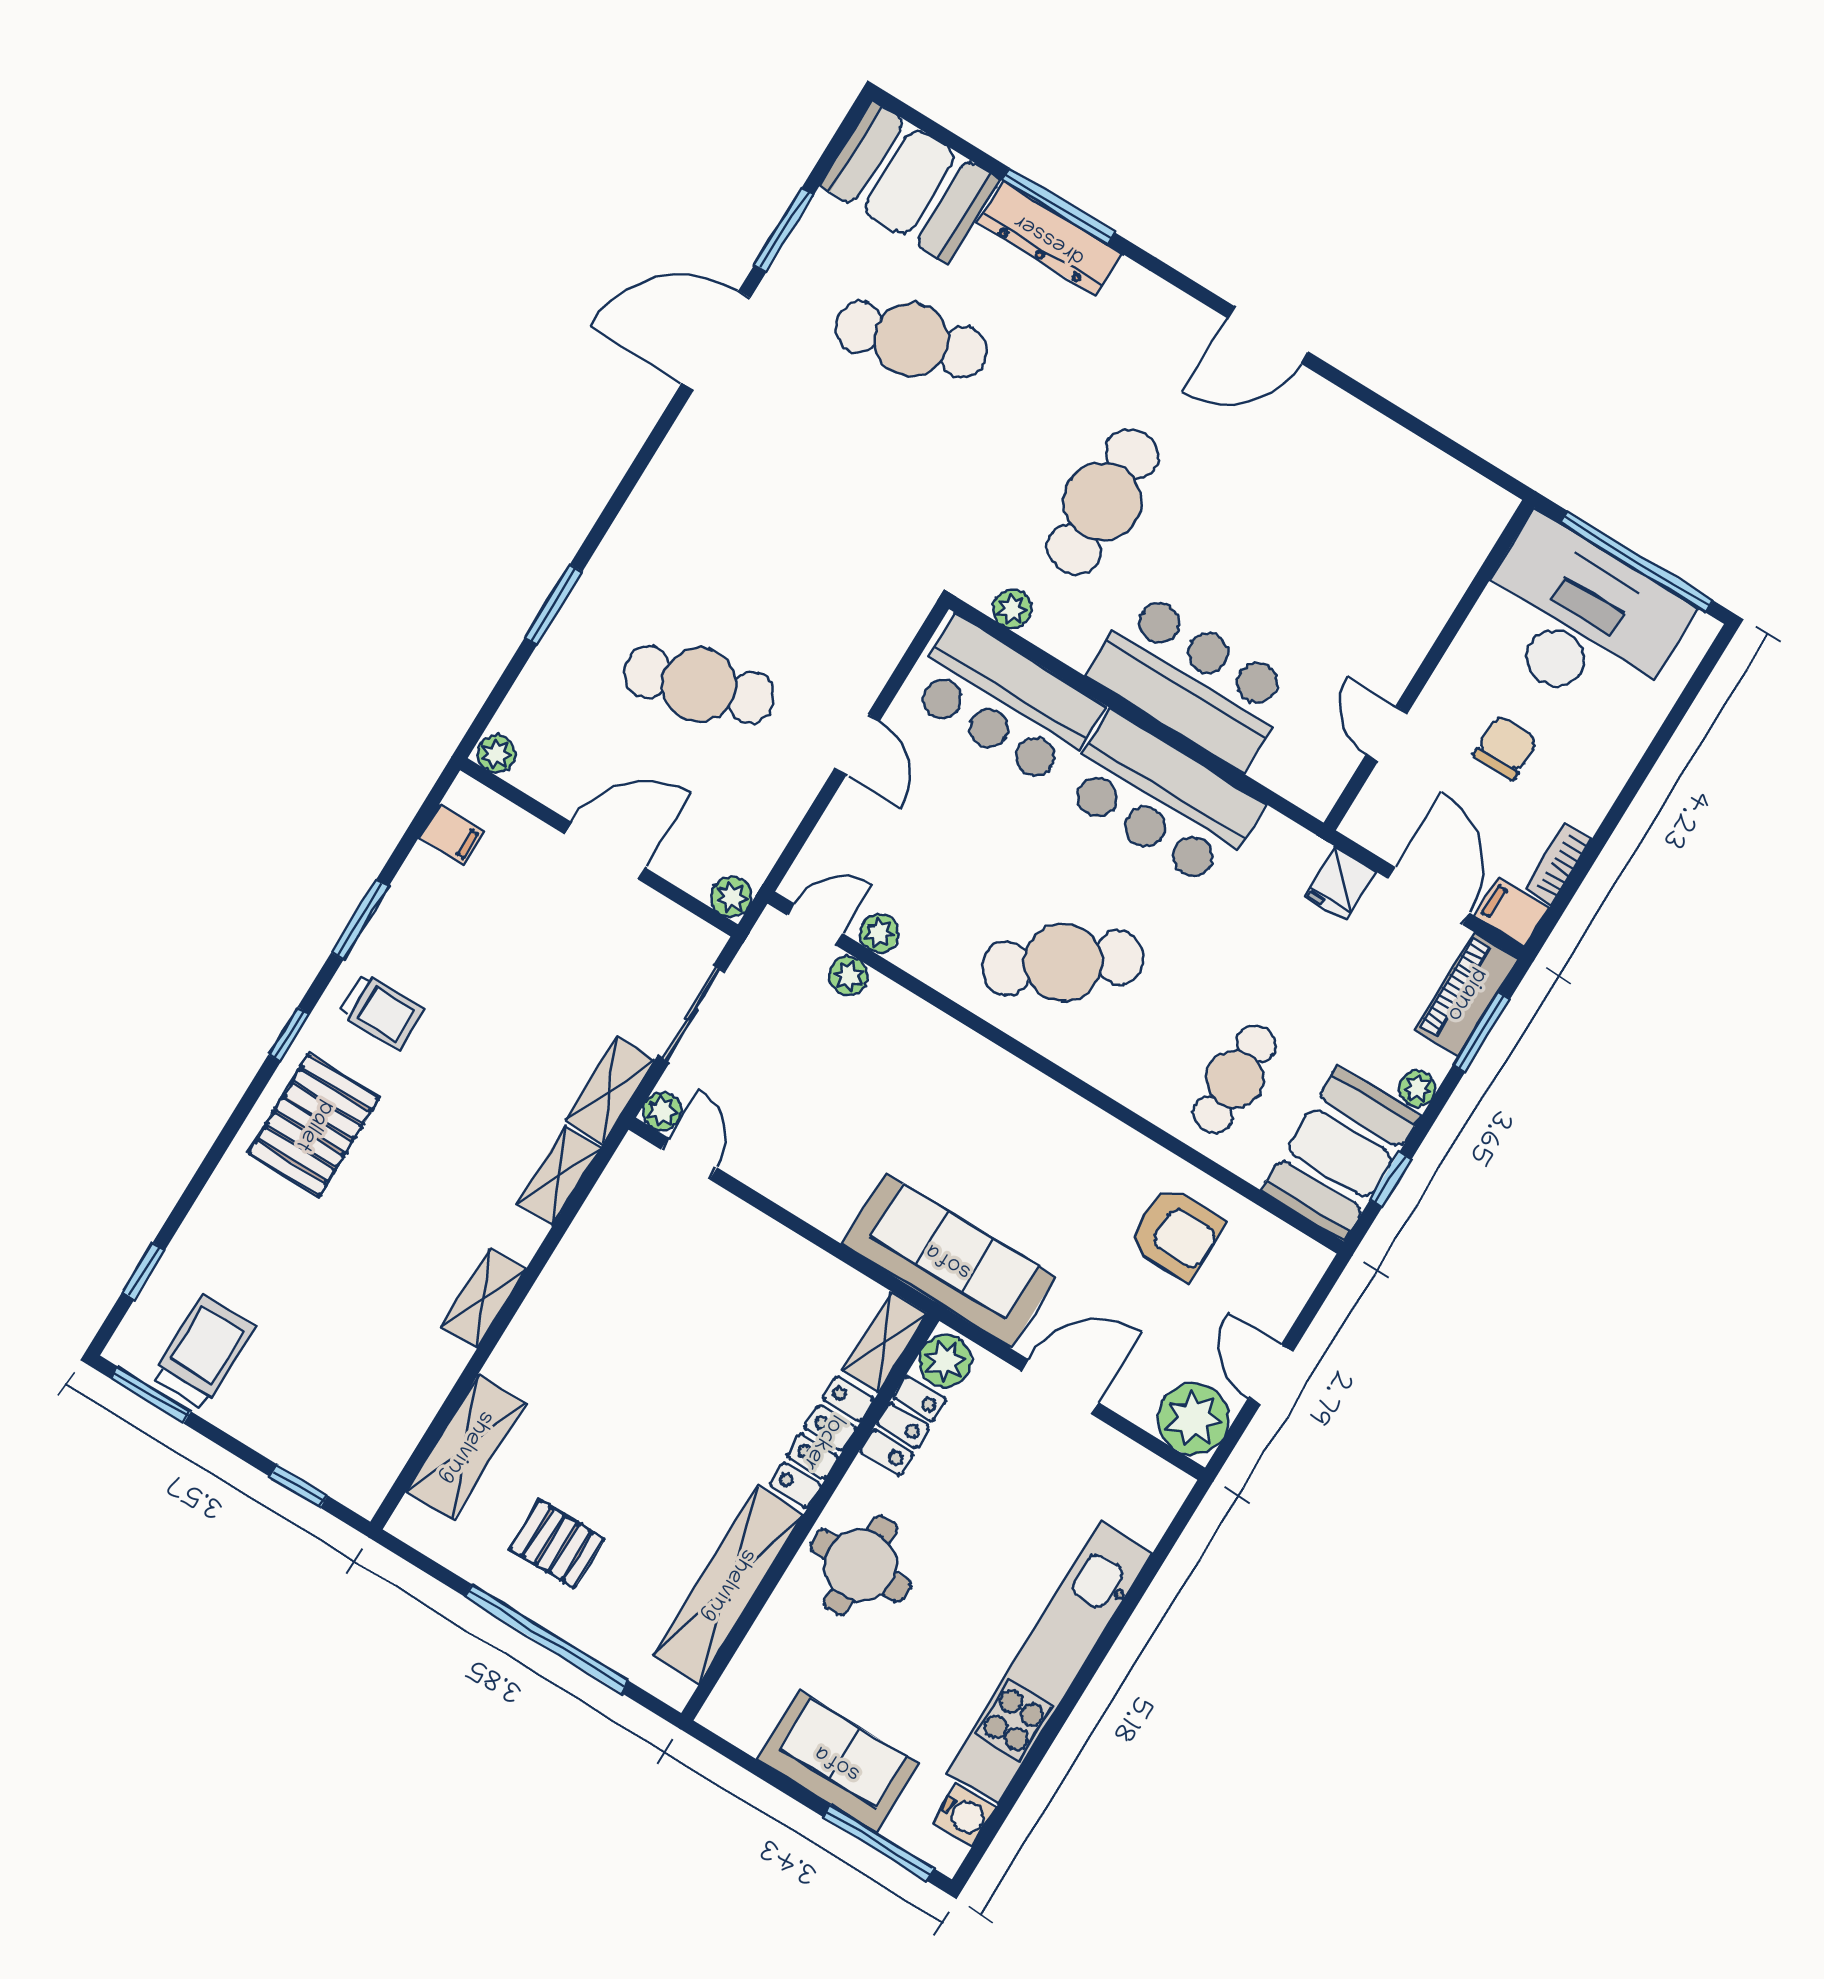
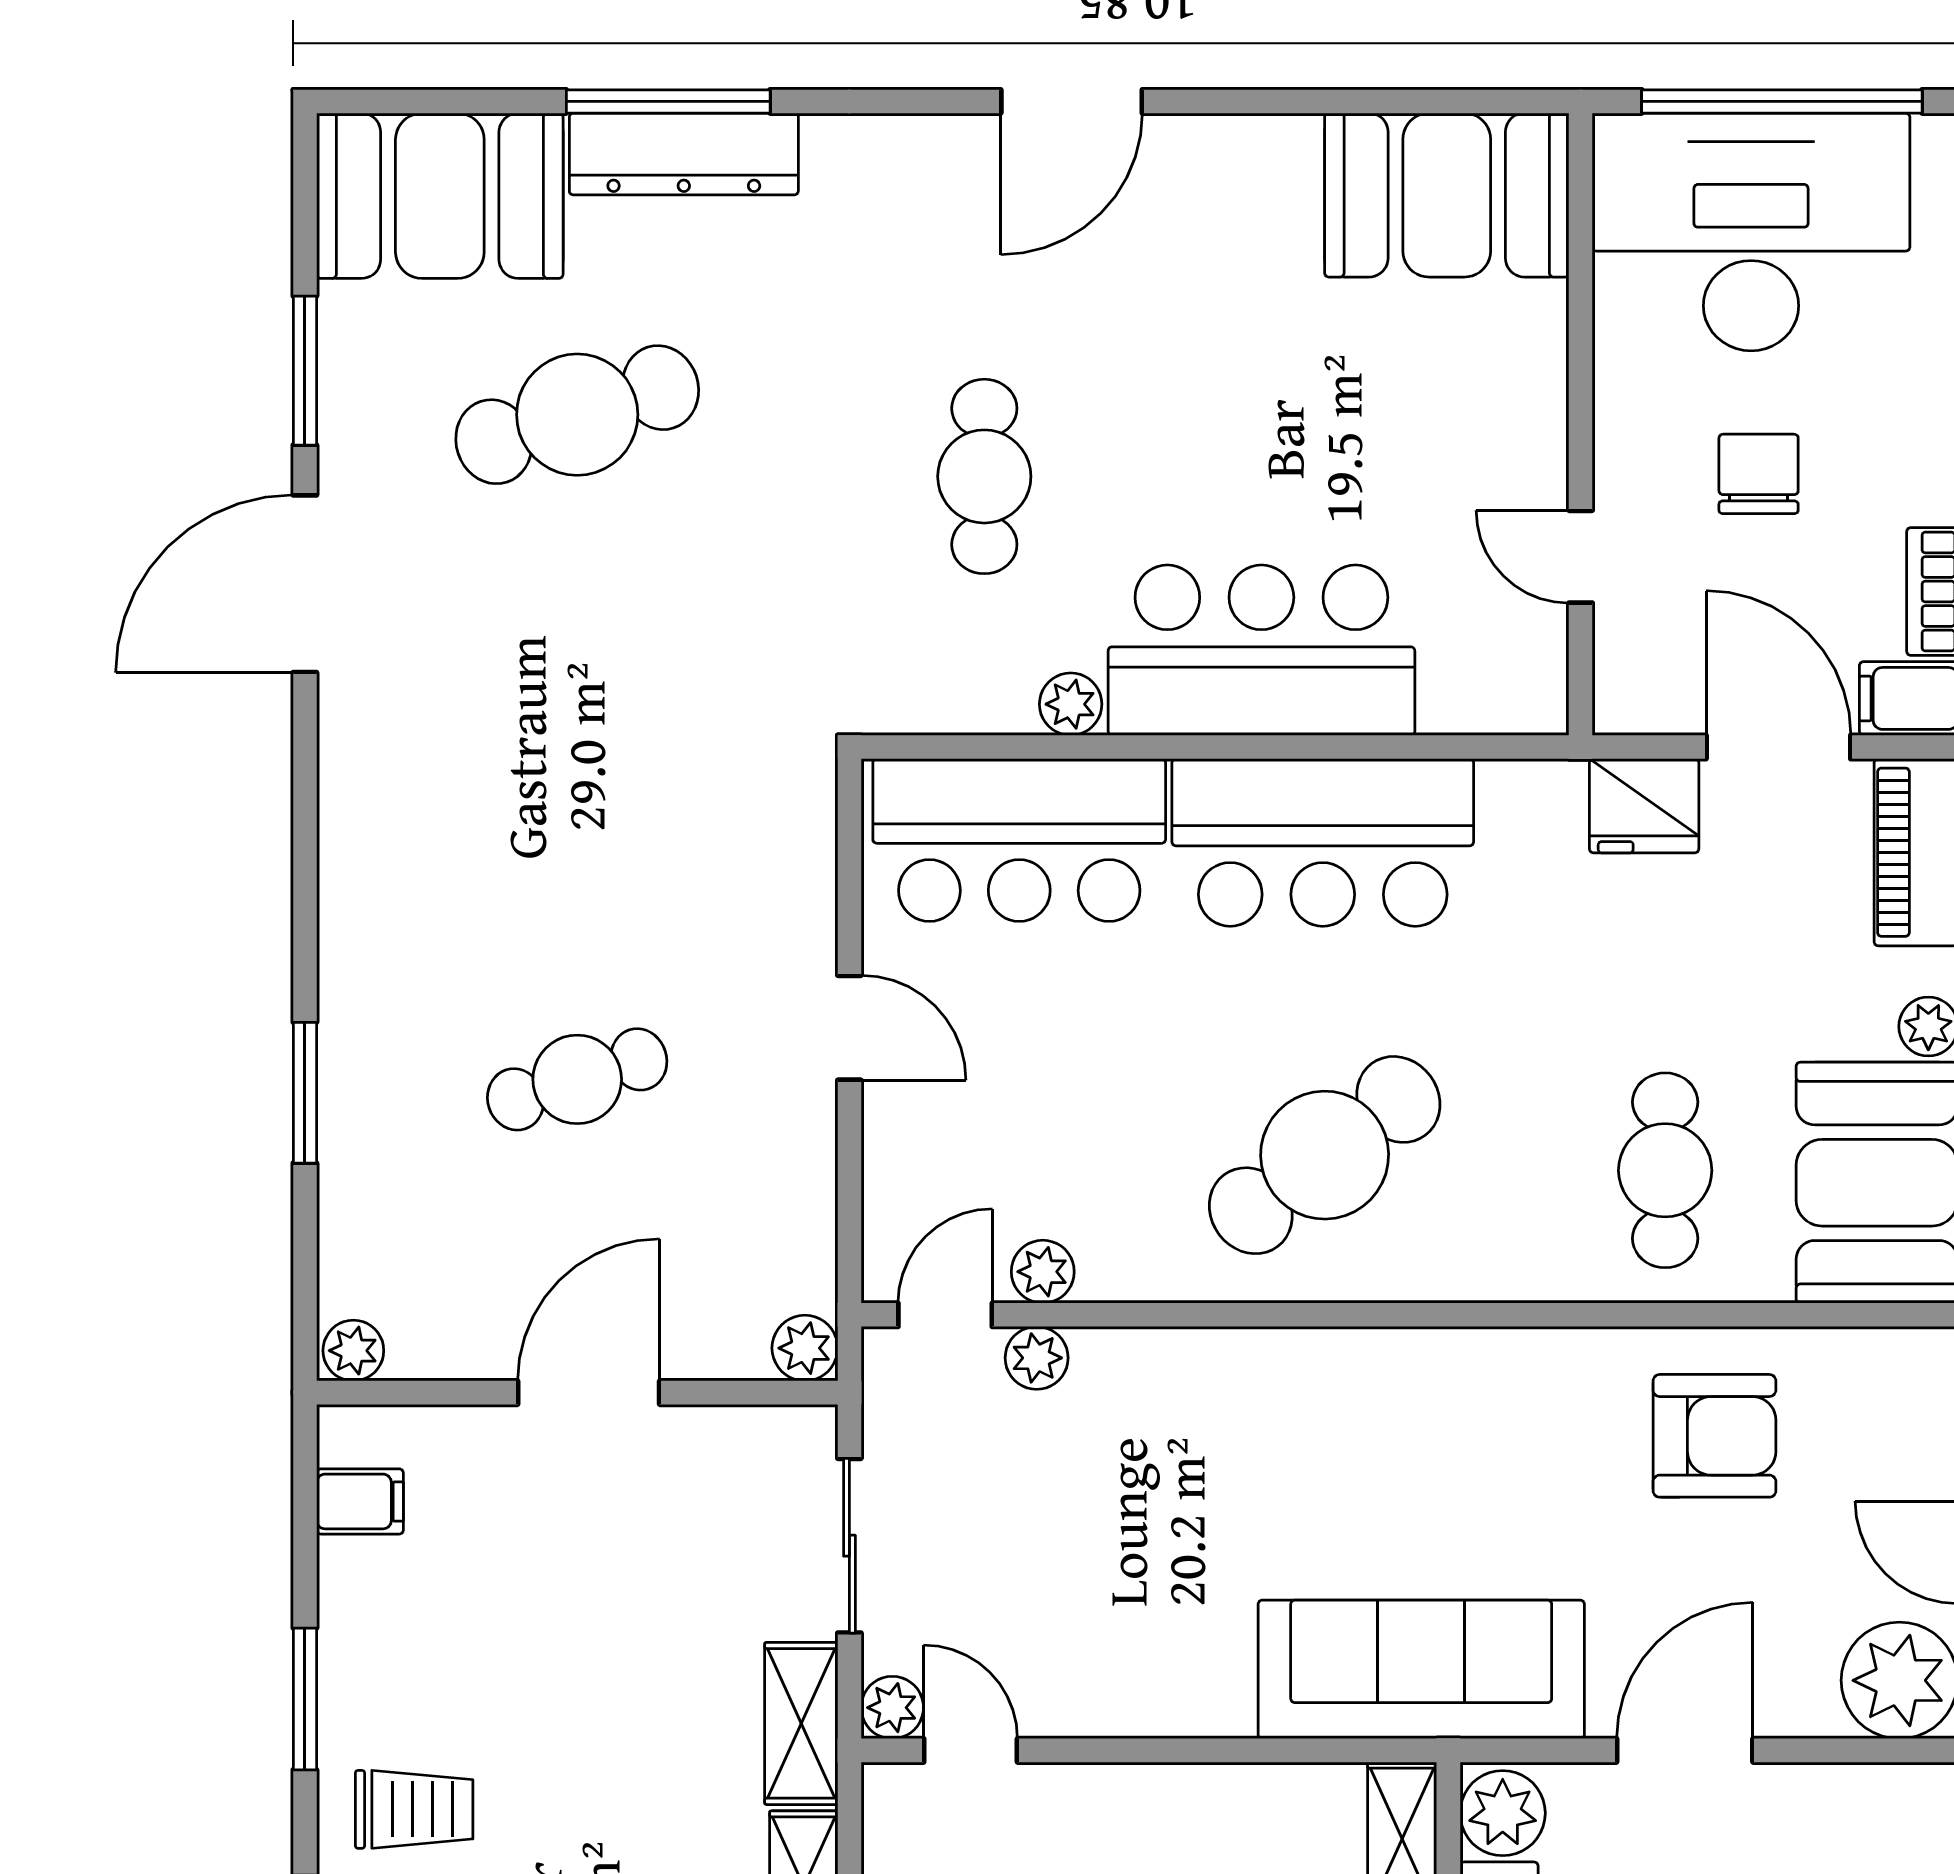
cafe table: (1103, 502) -> (984, 476), width x0.73, depth x0.74
booth: (1433, 503) -> (1447, 195), added
plant: (1012, 609) -> (1071, 704), moved
cafe table: (699, 685) -> (577, 1079), width x0.73, depth x0.74
fridge: (1340, 883) -> (1644, 806), width x1.38

